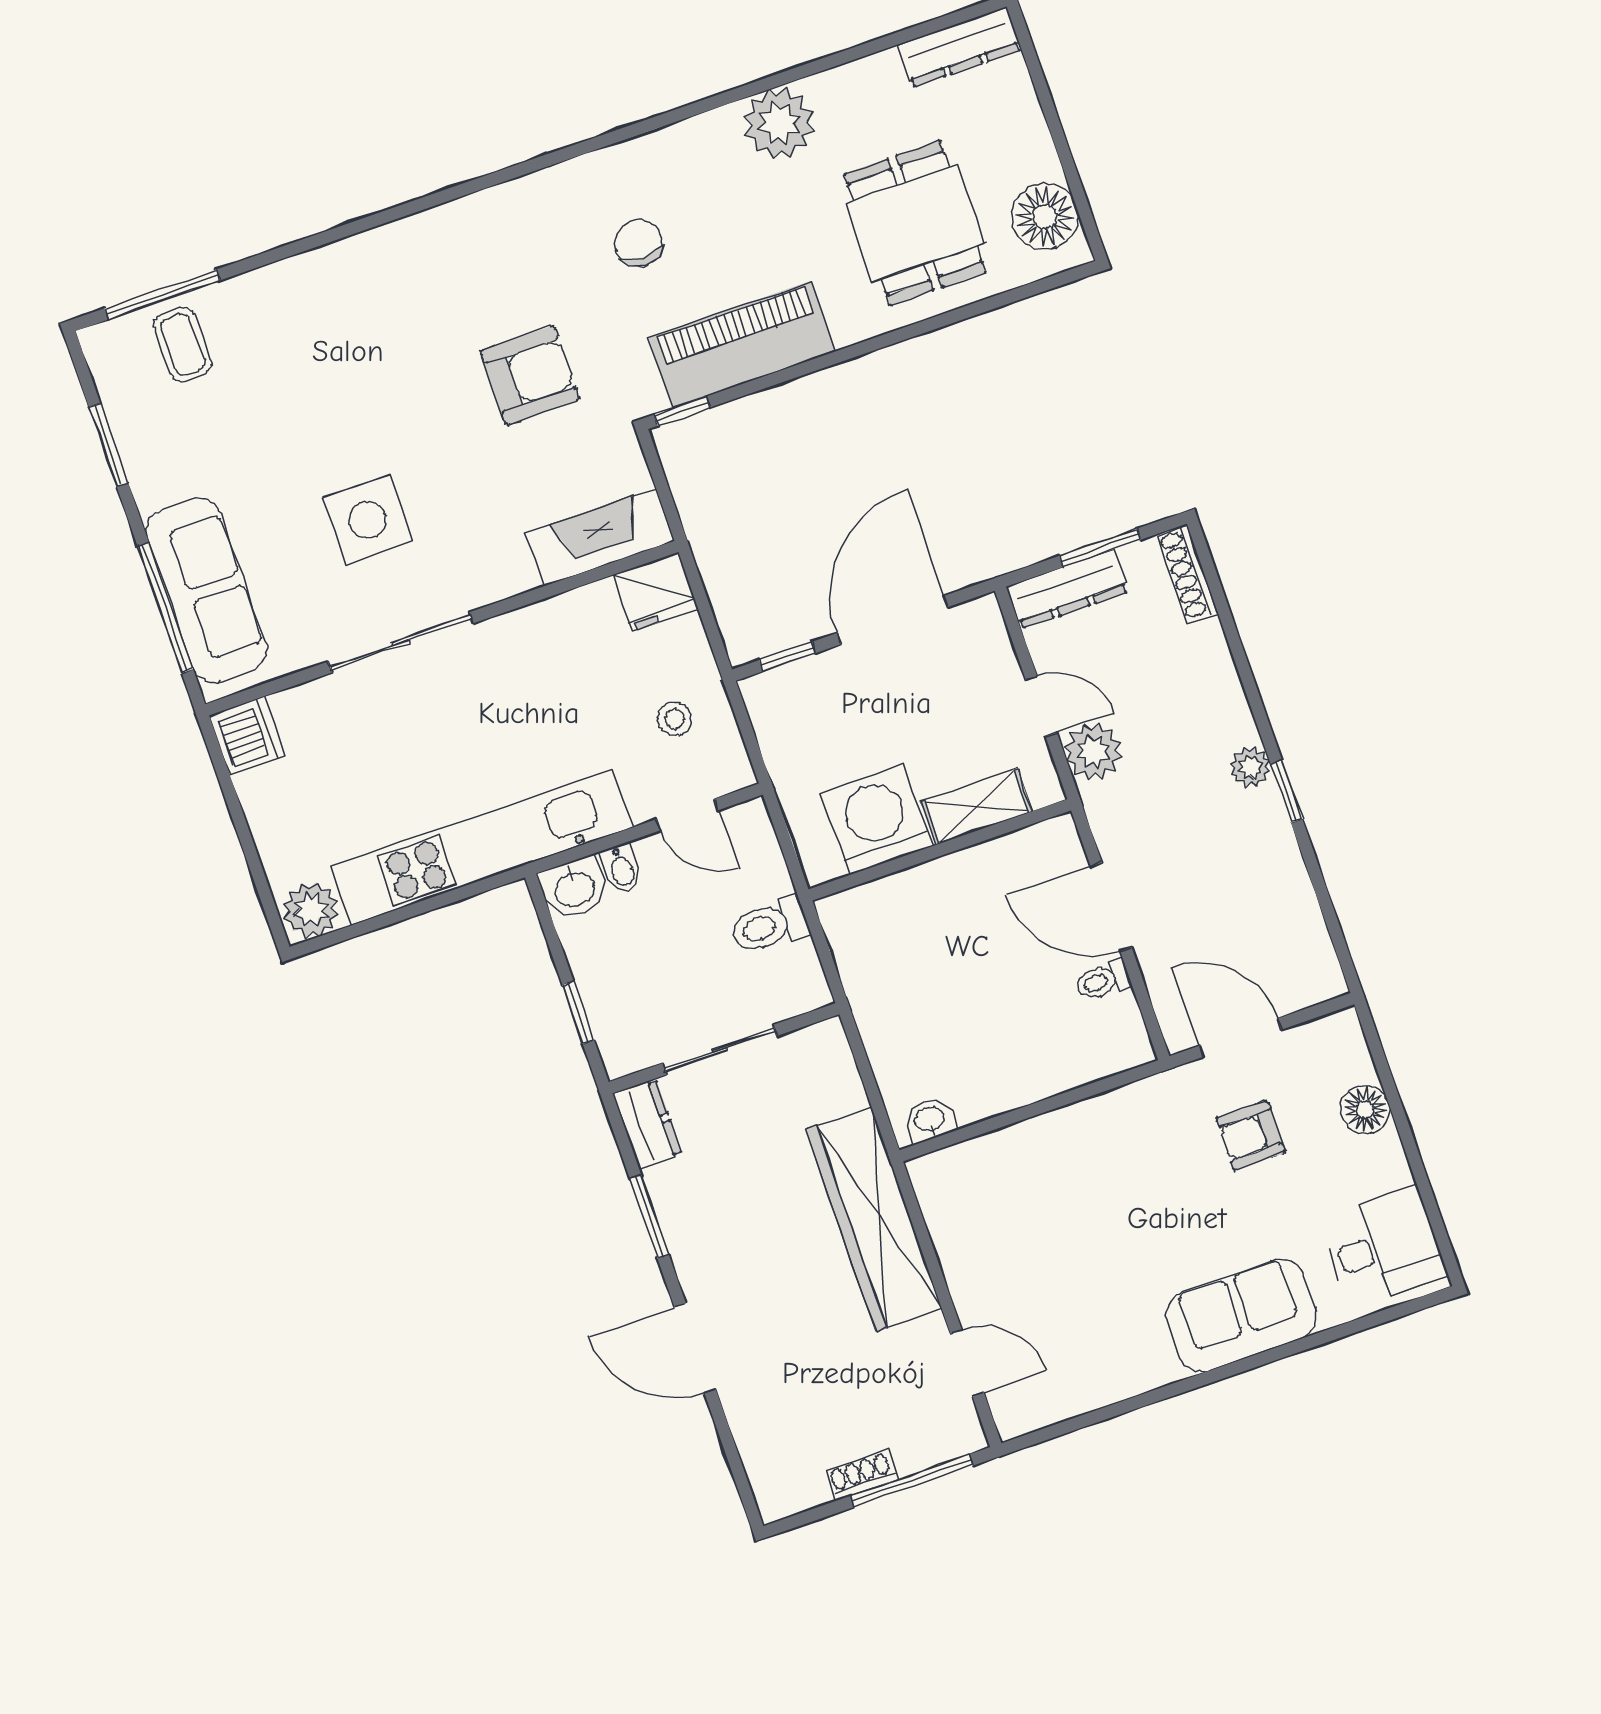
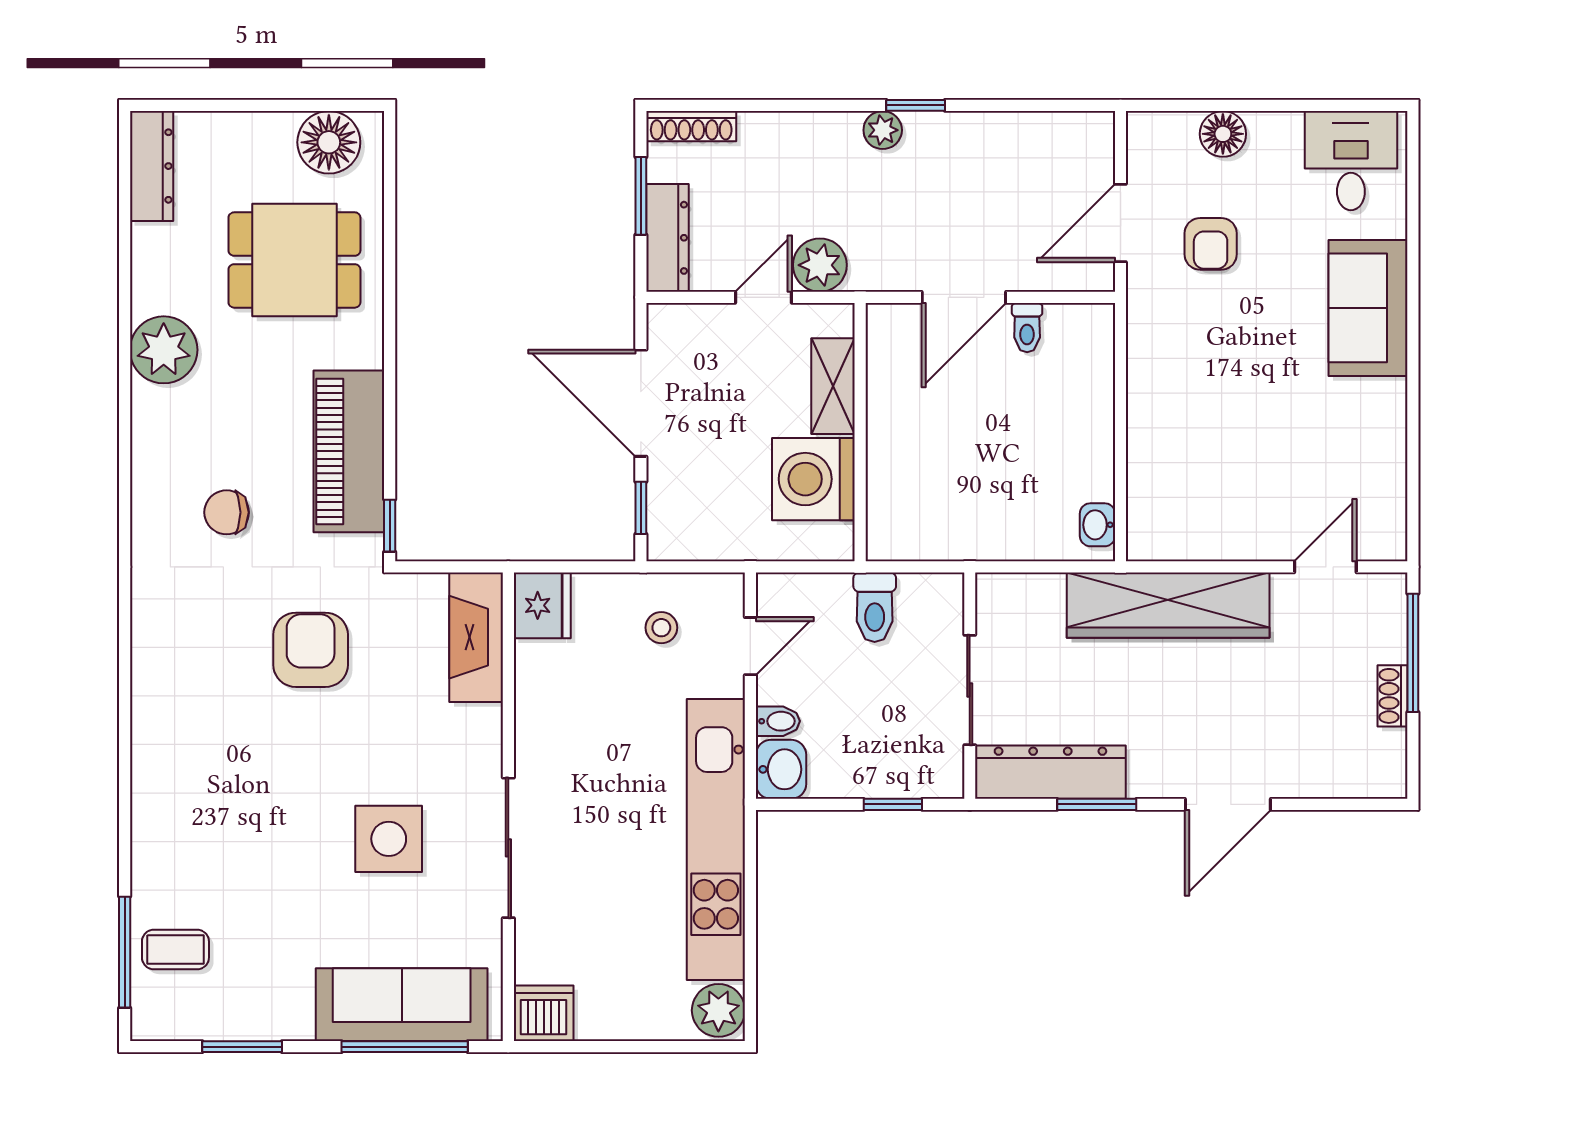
dresser: (647, 1124) -> (1050, 772), width x1.96, depth x1.24

